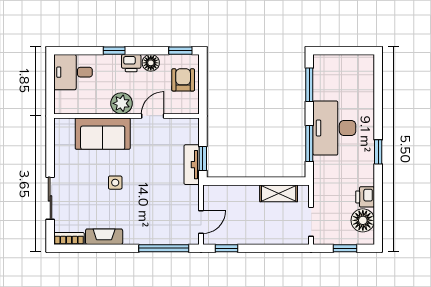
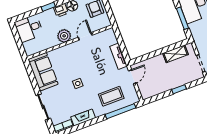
sofa: (103, 134) -> (43, 72), moved, turned -90
window: (203, 159) -> (124, 50), removed
coffee table: (158, 221) -> (111, 96), added
door: (201, 222) -> (132, 77), moved
window: (227, 248) -> (179, 89), moved

